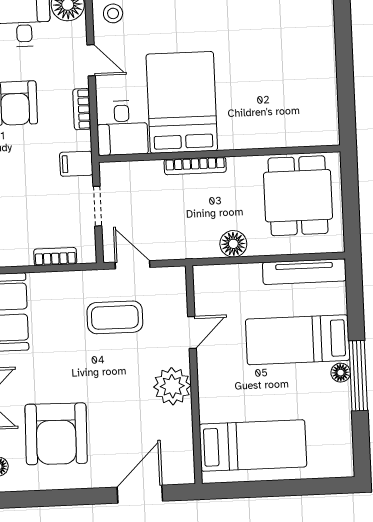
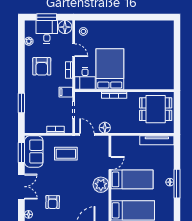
dining table: (298, 196) -> (156, 109), turned 90
floor lamp: (233, 244) -> (105, 128), moved
coffee table: (115, 317) -> (66, 154), moved
bed: (298, 340) -> (132, 179), moved, turned 180
armchair: (56, 434) -> (53, 202), width x0.53, depth x0.53

